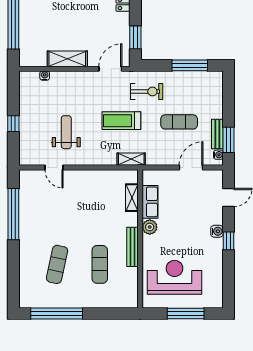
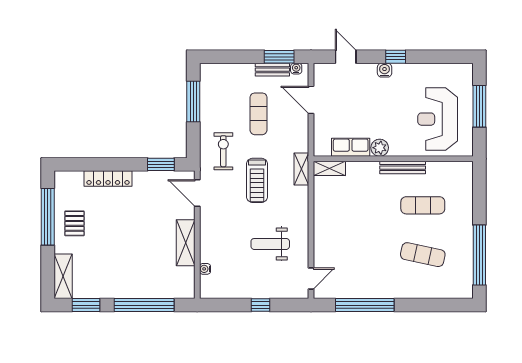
door: (54, 168) -> (311, 279), moved
shelving: (132, 198) -> (329, 168), moved

